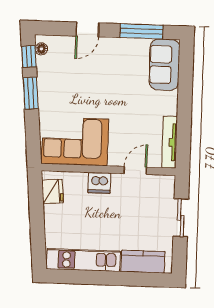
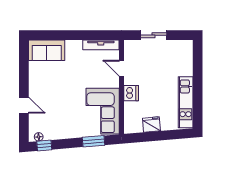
window: (141, 31) -> (24, 67), removed
window: (31, 93) -> (94, 141), moved
fridge: (53, 192) -> (151, 124), moved
kitchen counter: (143, 262) -> (185, 61), removed

